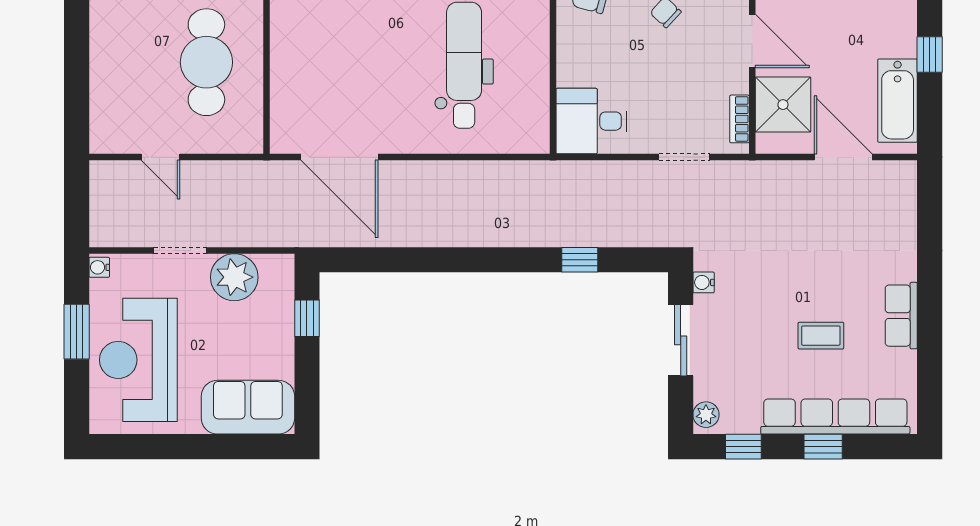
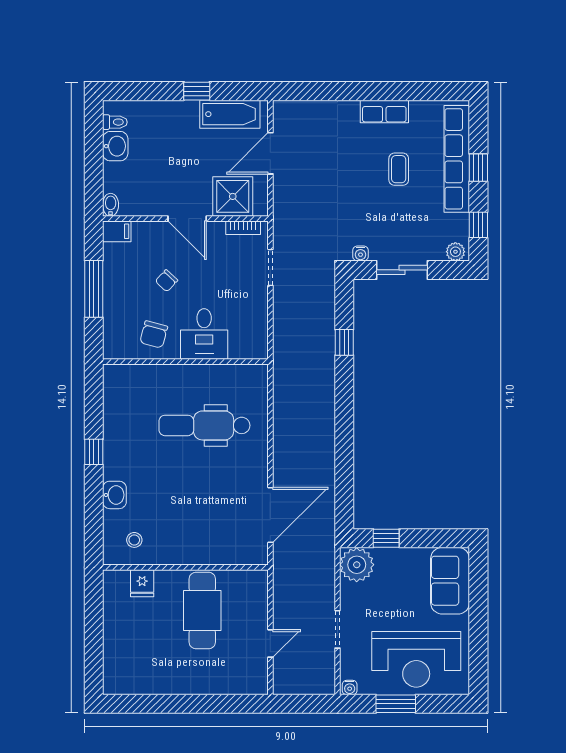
door: (752, 41) -> (187, 219), swing flipped
cafe table: (206, 62) -> (202, 611), turned 90
desk: (591, 121) -> (204, 334), moved
plant: (234, 277) -> (357, 565), moved

